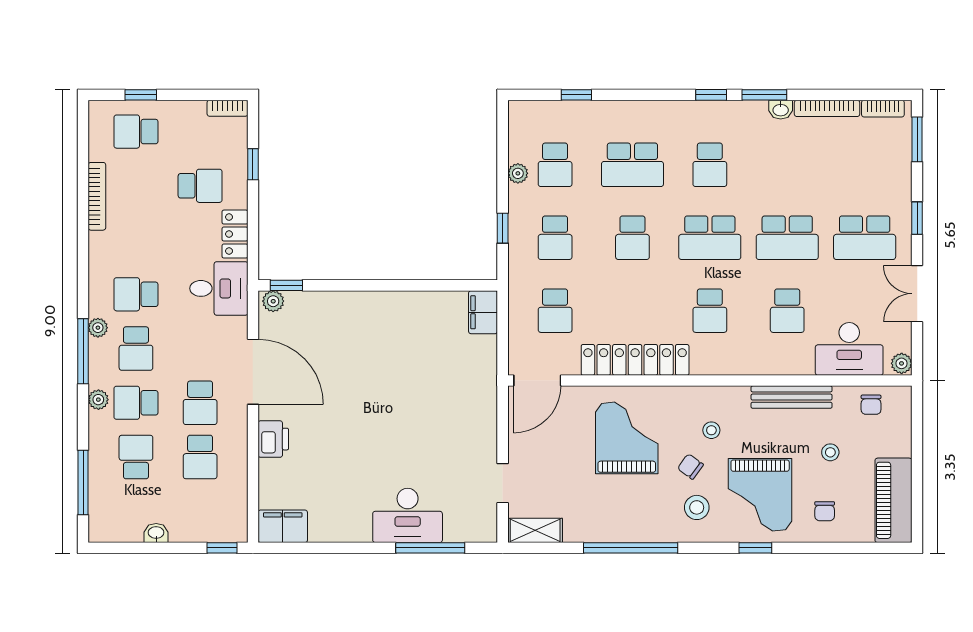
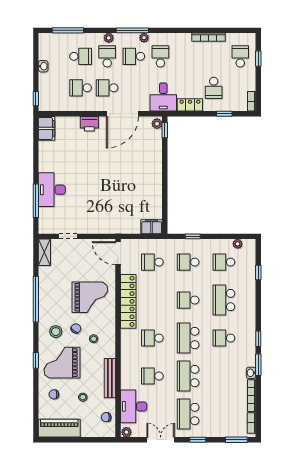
plant: (518, 173) -> (238, 244), moved

